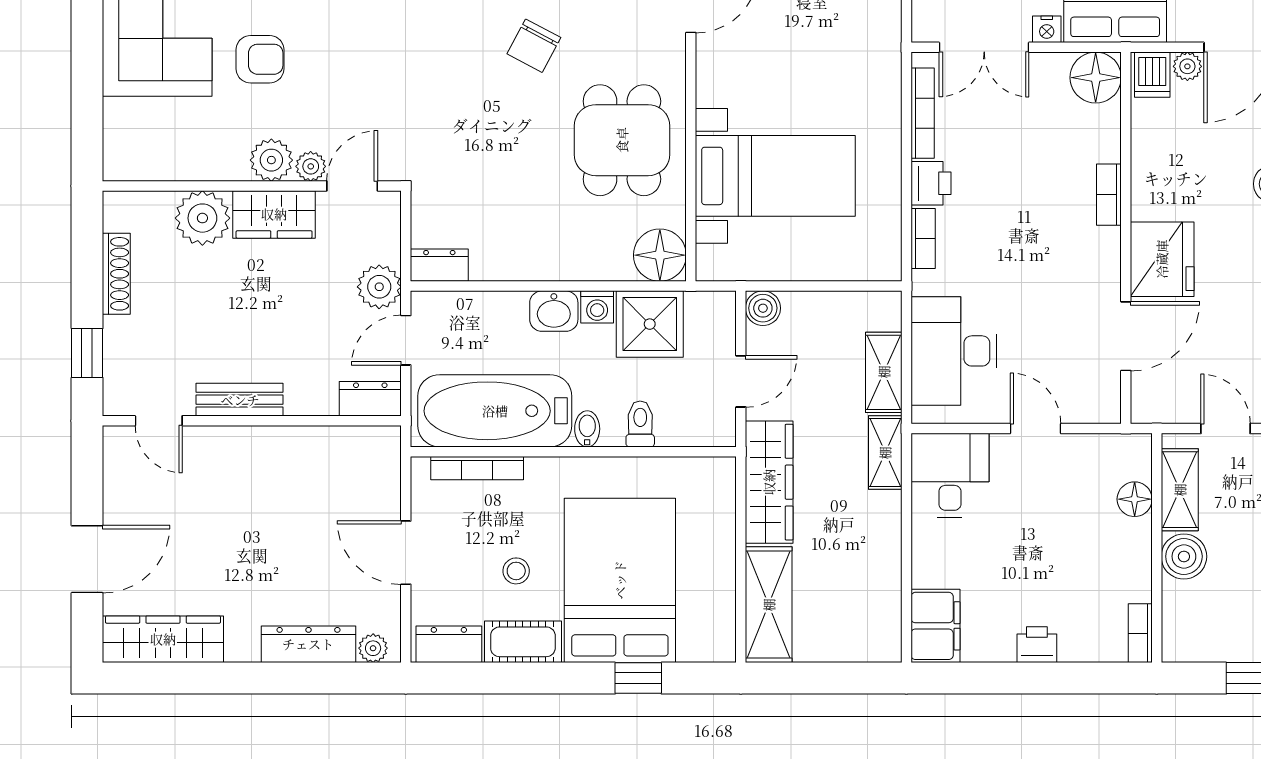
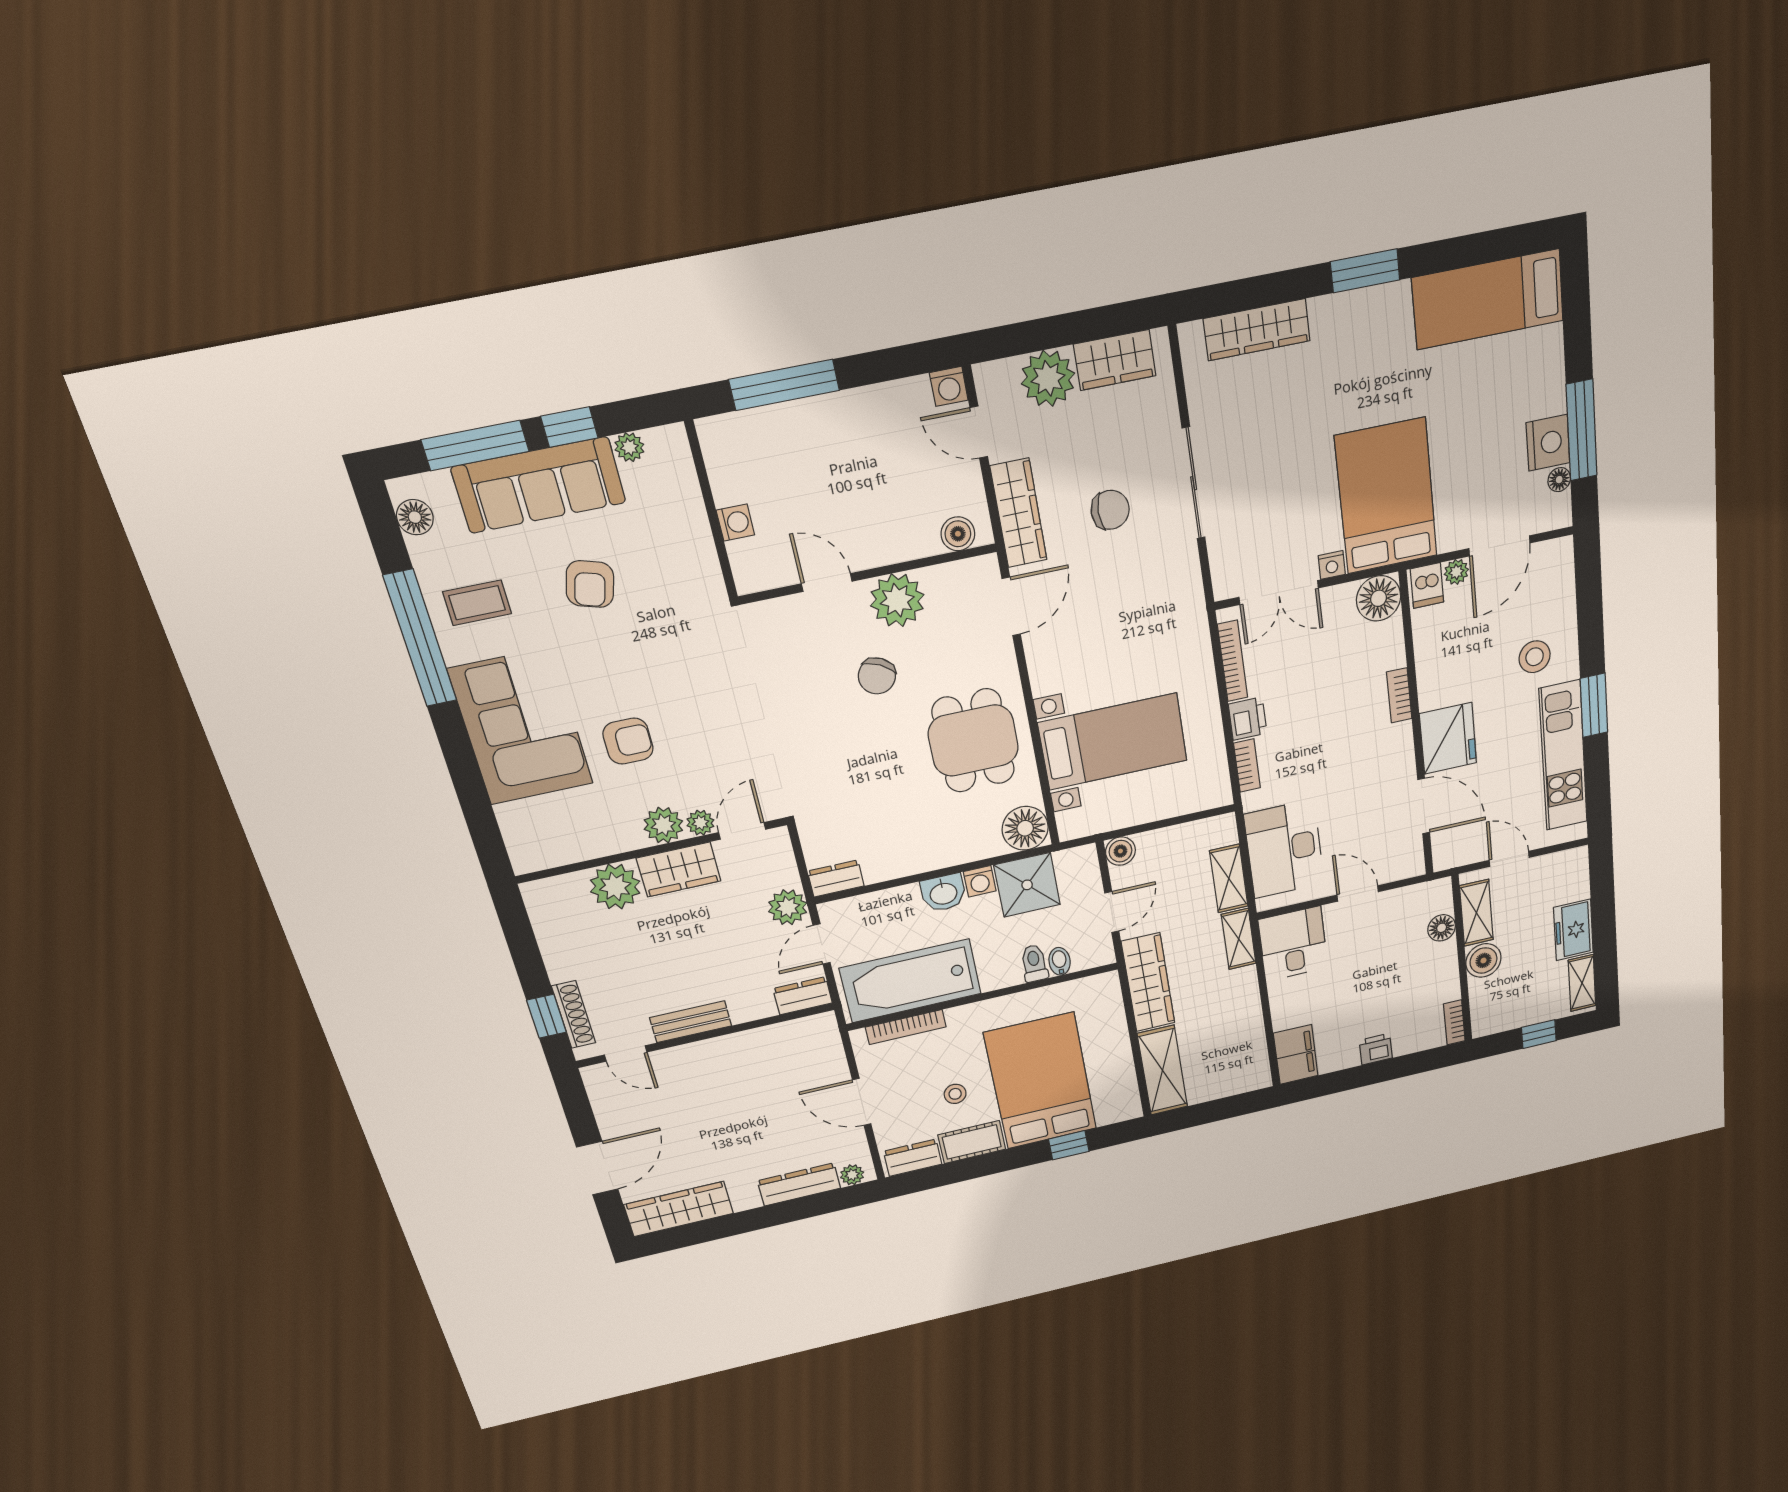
shoe rack: (116, 274) -> (574, 1015), moved
door: (1126, 336) -> (1424, 806), hinge flipped
bidet: (587, 429) -> (1060, 961), moved

